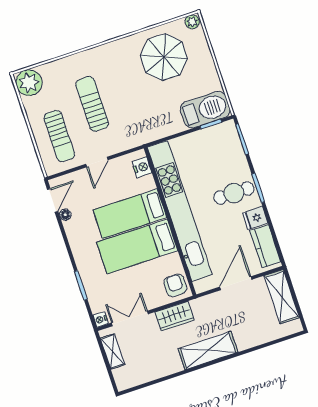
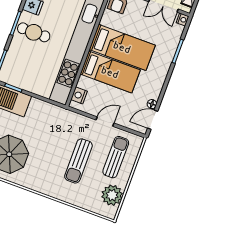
plant: (29, 83) -> (112, 195), moved

